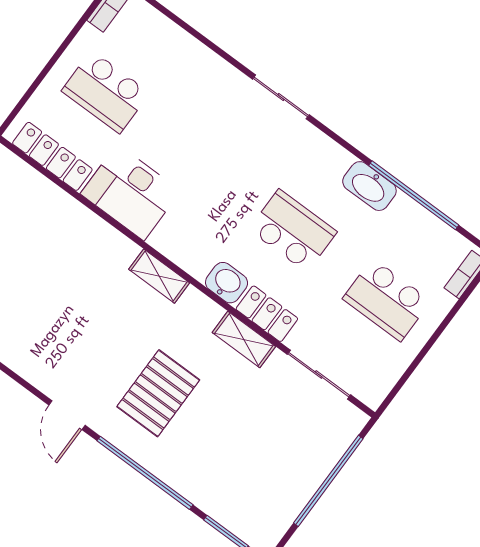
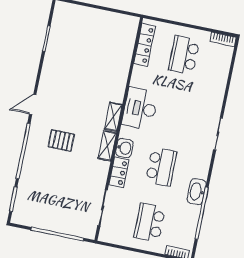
desk: (130, 192) -> (140, 108), moved
shelving: (244, 339) -> (107, 146), moved
pallet: (158, 393) -> (61, 140), width x0.67, depth x0.71

